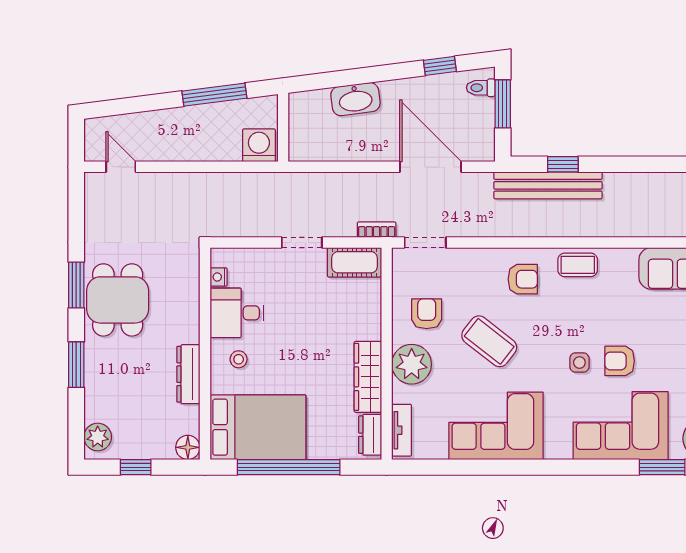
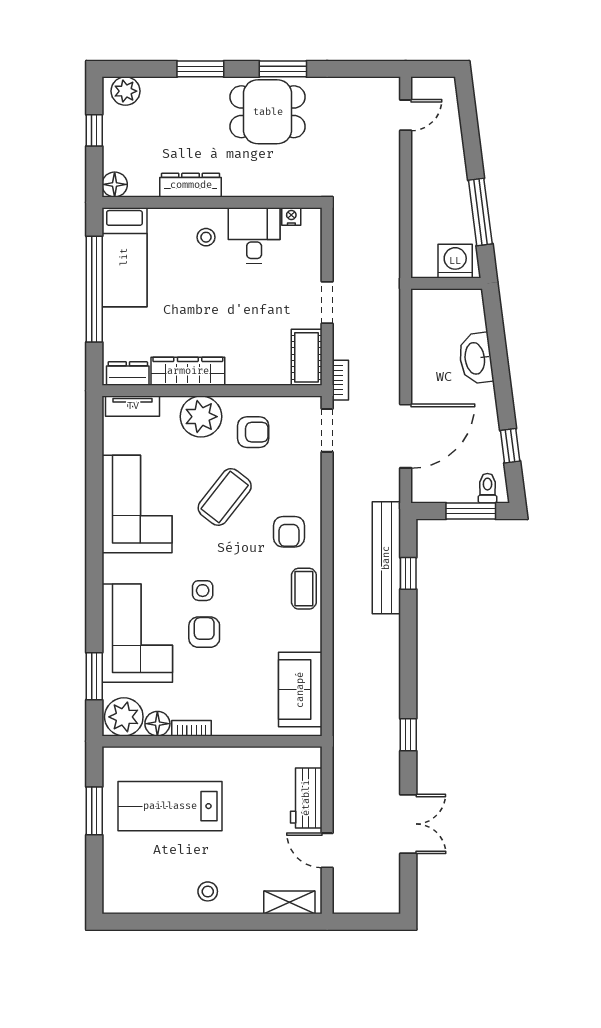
washing machine: (259, 145) -> (455, 261), moved, turned -90
bed: (258, 427) -> (124, 257), width x0.67

